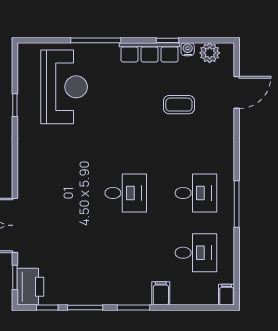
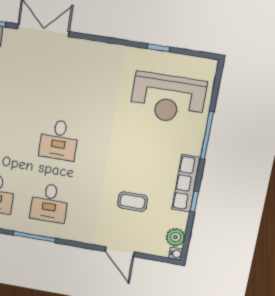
water cooler: (188, 49) -> (176, 254), moved
door: (237, 92) -> (120, 252), moved
coffee table: (179, 105) -> (133, 202), turned 90

